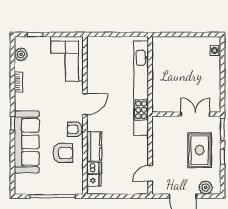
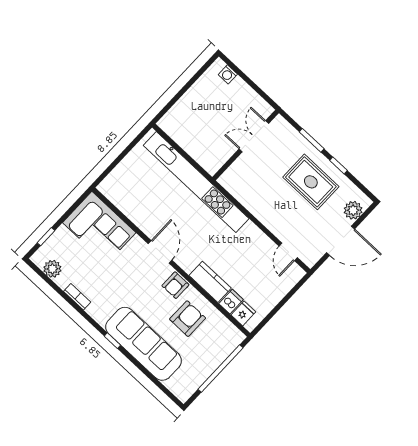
wall: (186, 114) -> (246, 145), moved
double door: (195, 114) -> (254, 136), moved

